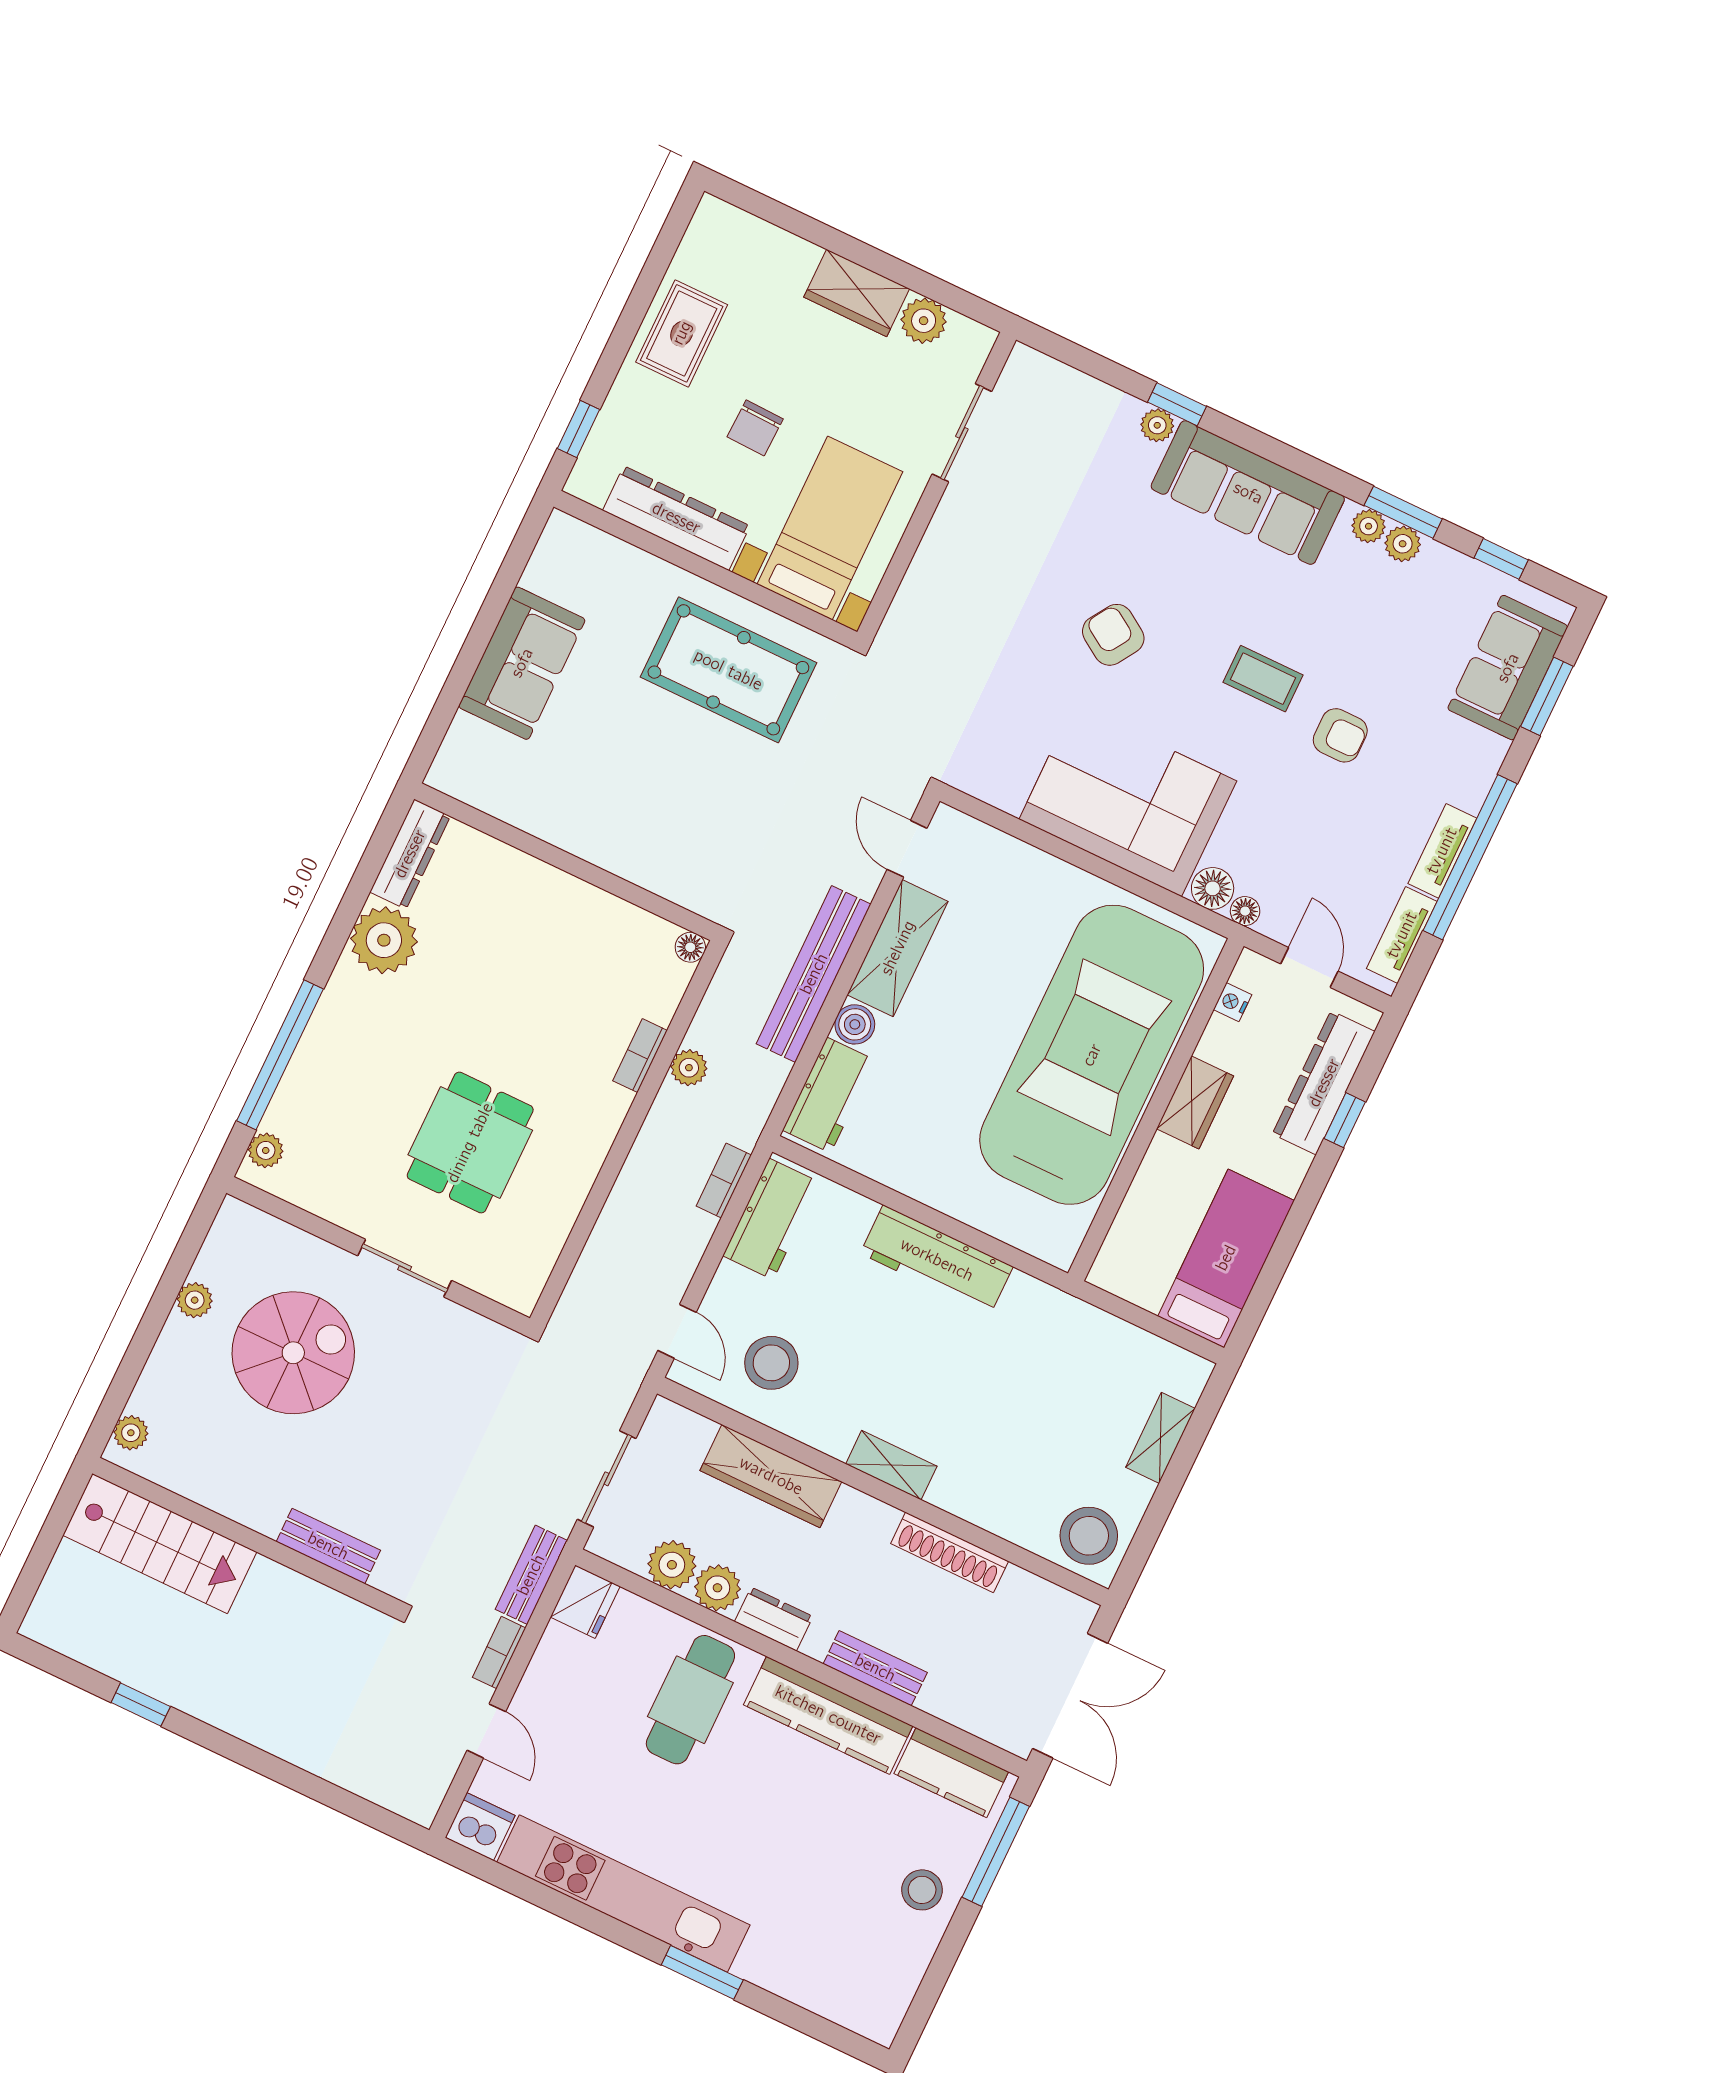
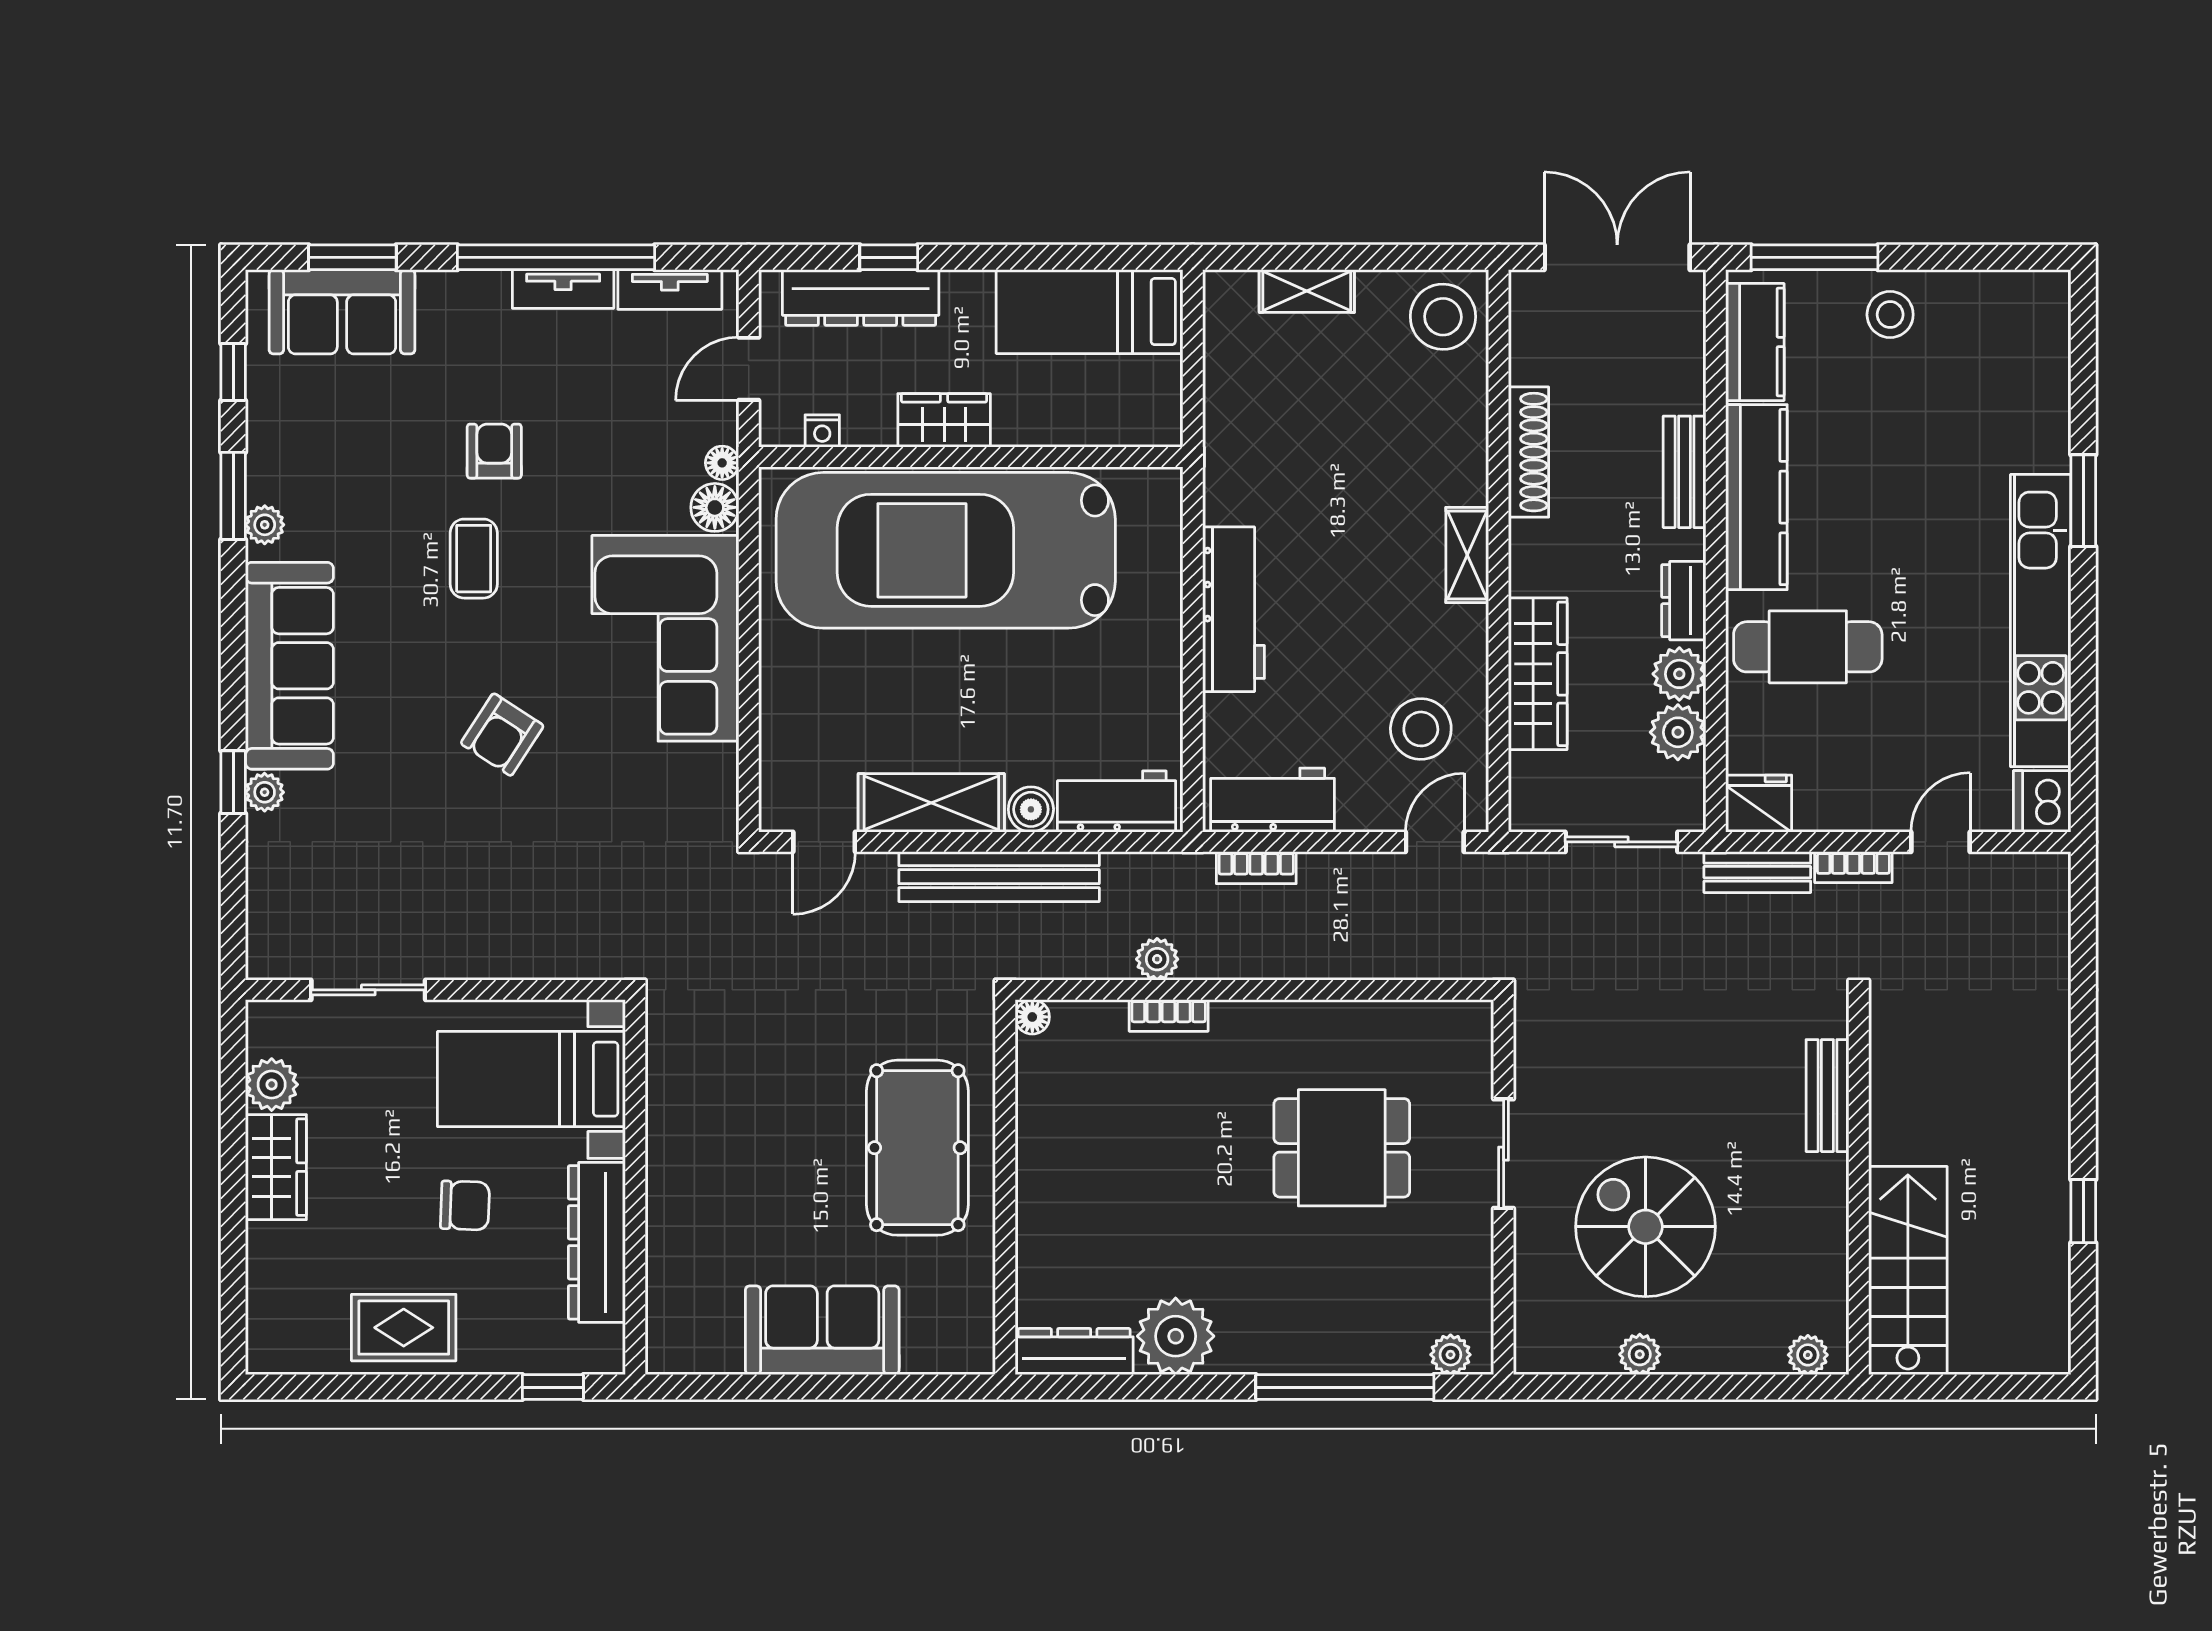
plant: (1403, 544) -> (266, 481), removed
pool table: (728, 670) -> (917, 1148), moved

